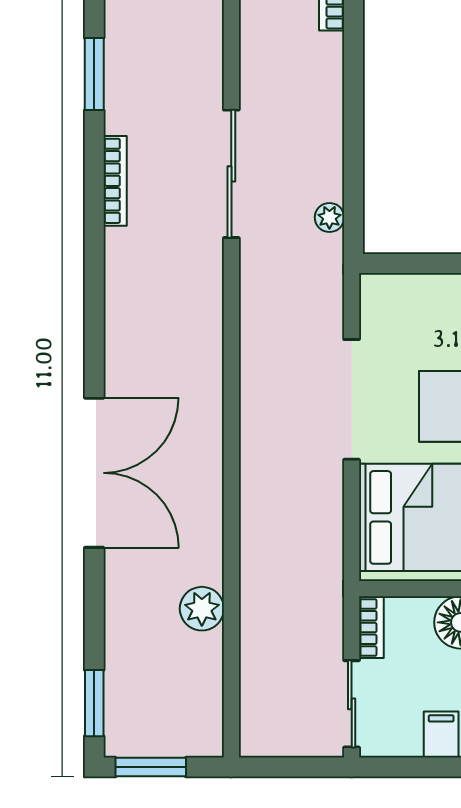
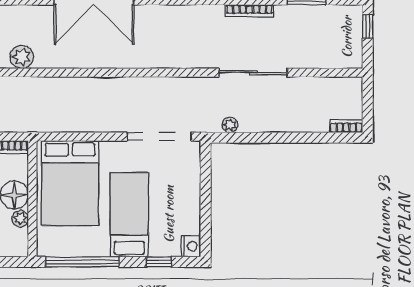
doorway: (352, 399) -> (159, 137), moved

